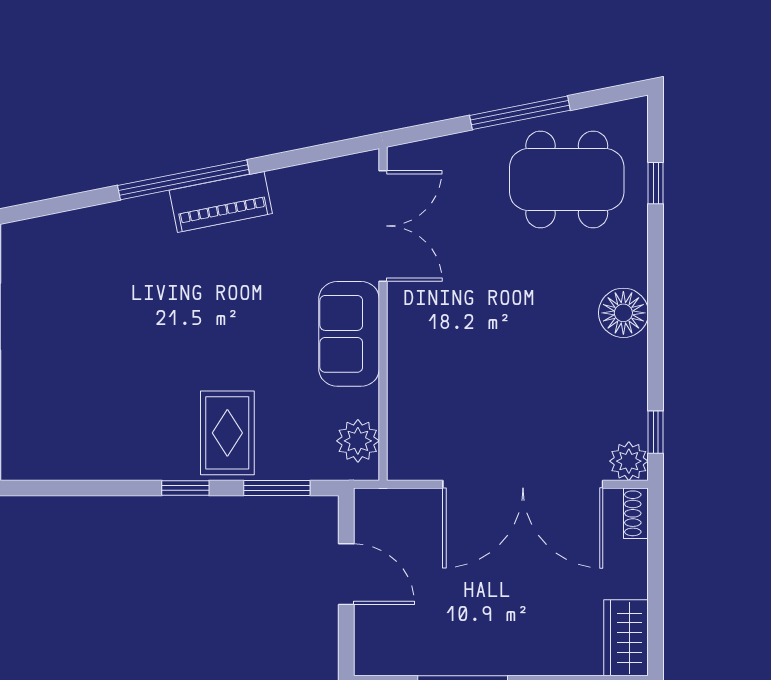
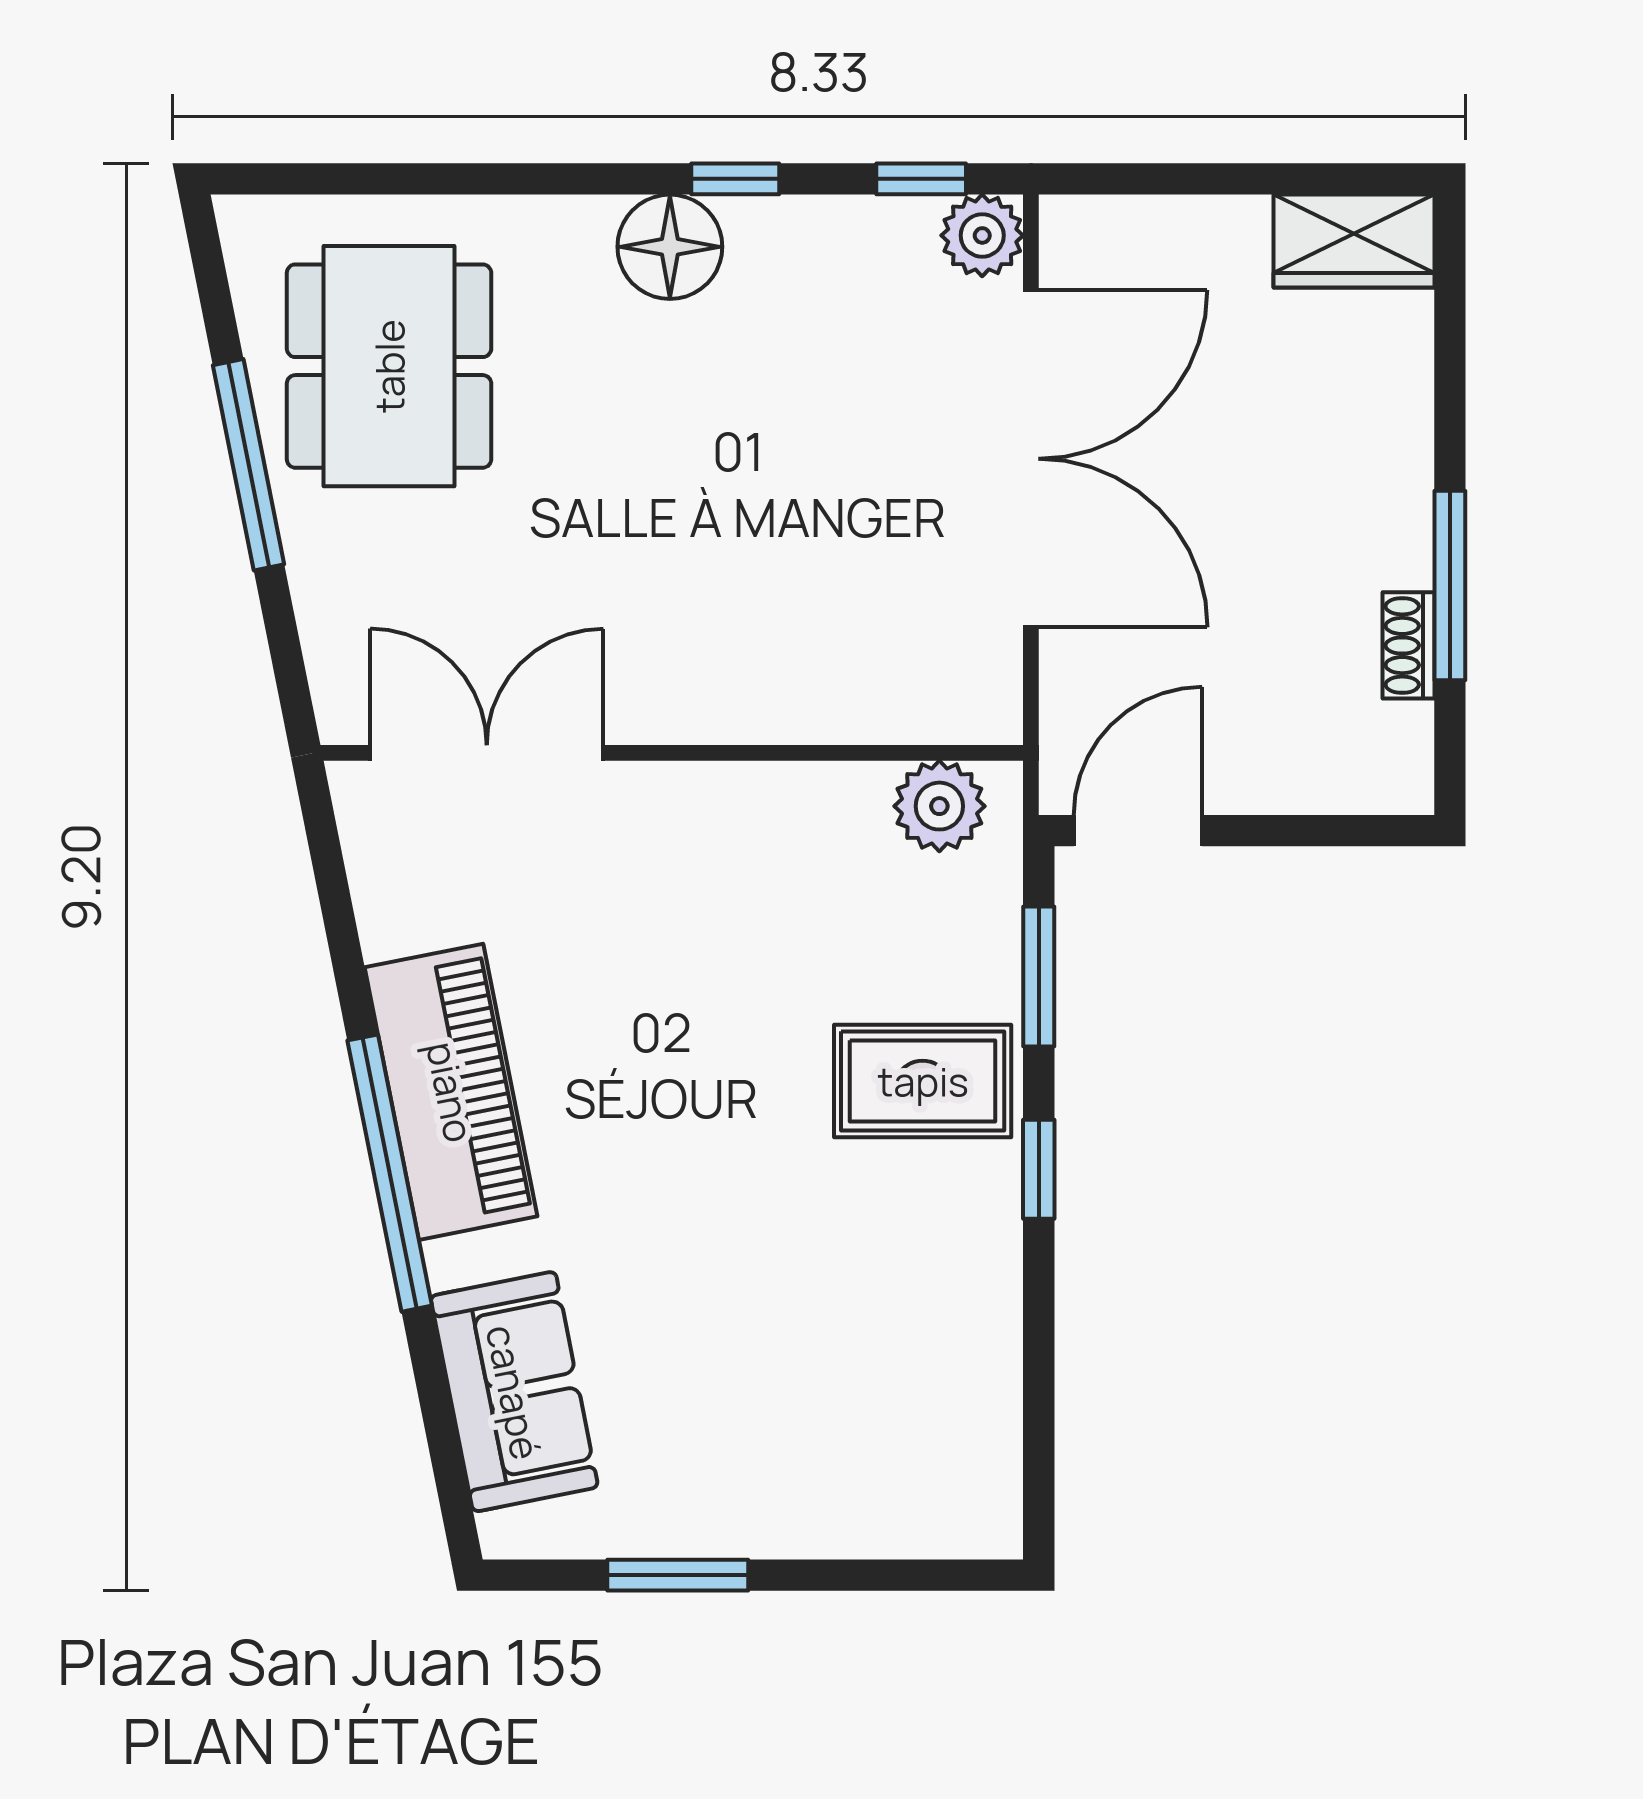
window: (656, 183) -> (735, 179), moved
piano: (221, 202) -> (451, 1092), width x1.37, depth x1.33
sofa: (349, 334) -> (514, 1392), moved, turned -101
shoe rack: (636, 513) -> (1408, 645), moved, turned 90
door: (346, 574) -> (1138, 831), moved

